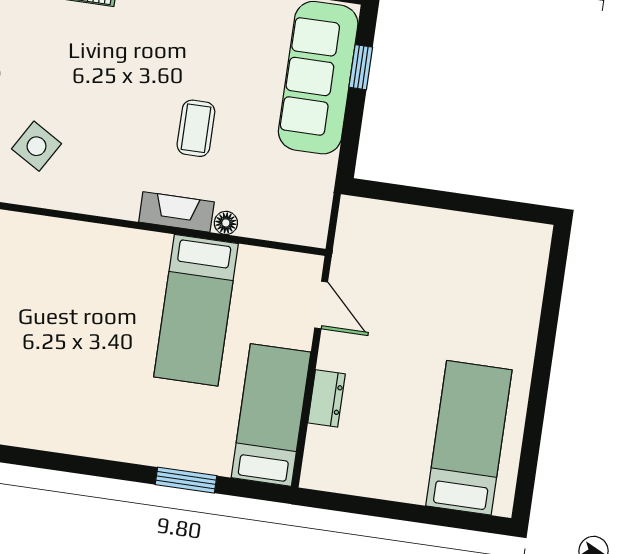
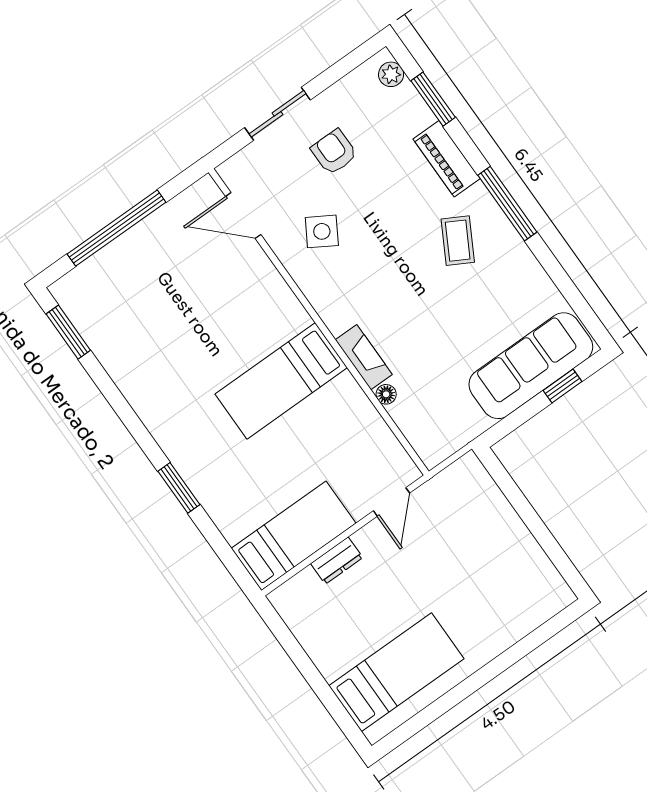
coffee table: (196, 128) -> (458, 241), moved, turned -61
bed: (196, 310) -> (281, 381), moved
window: (186, 480) -> (179, 488), moved

